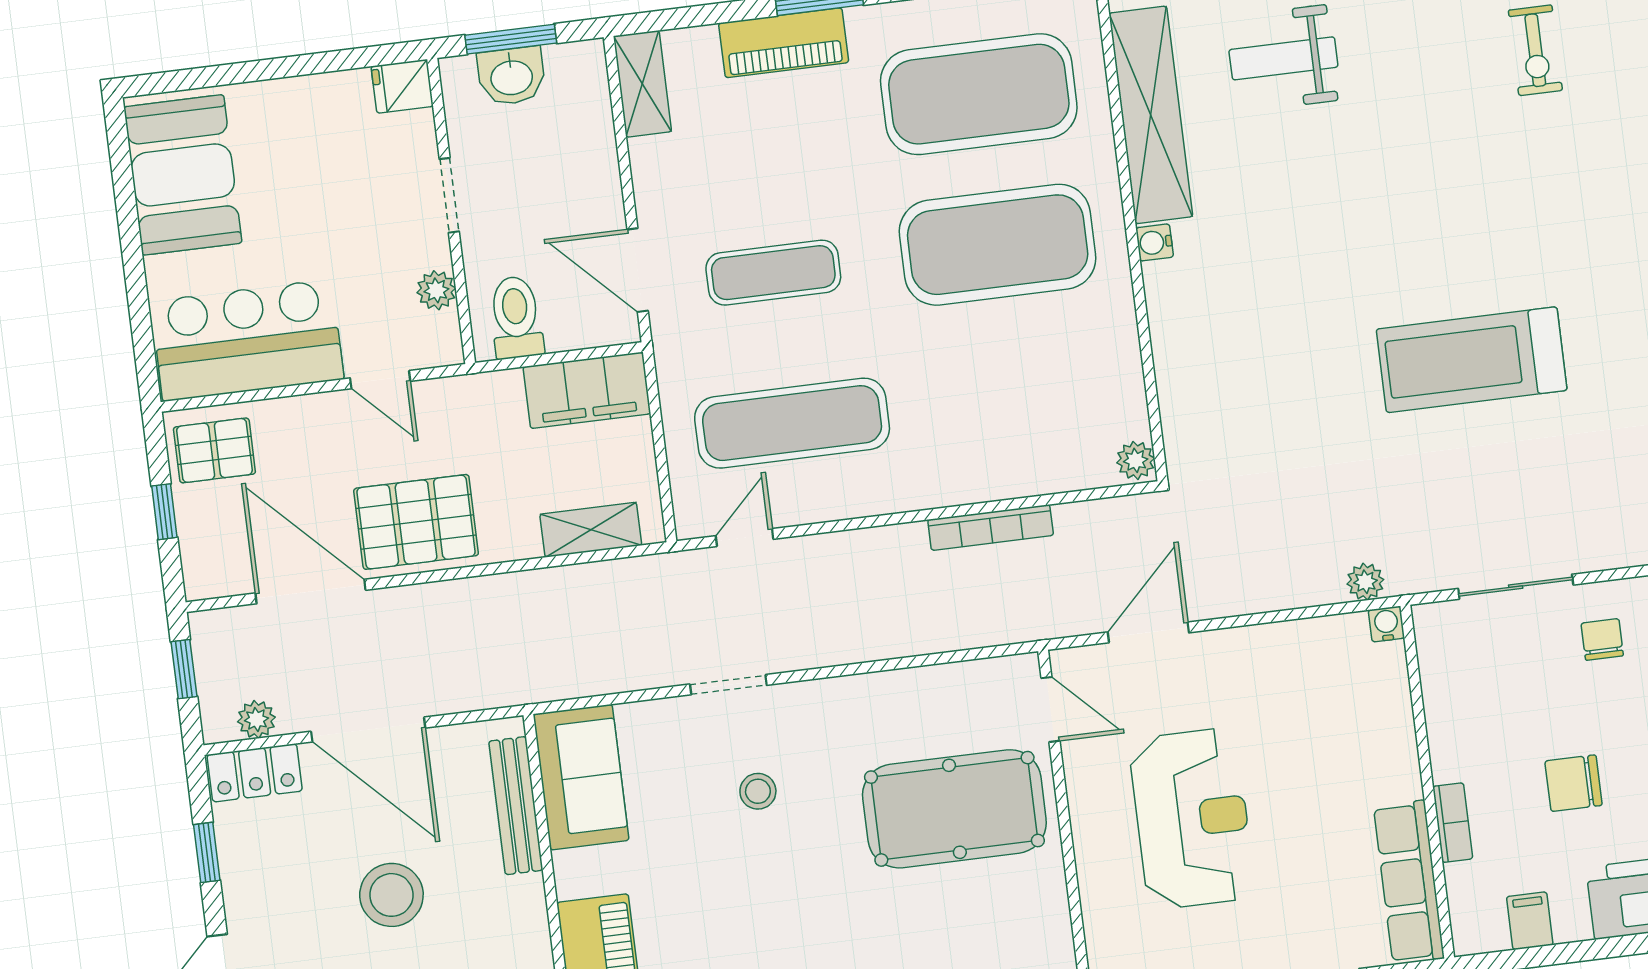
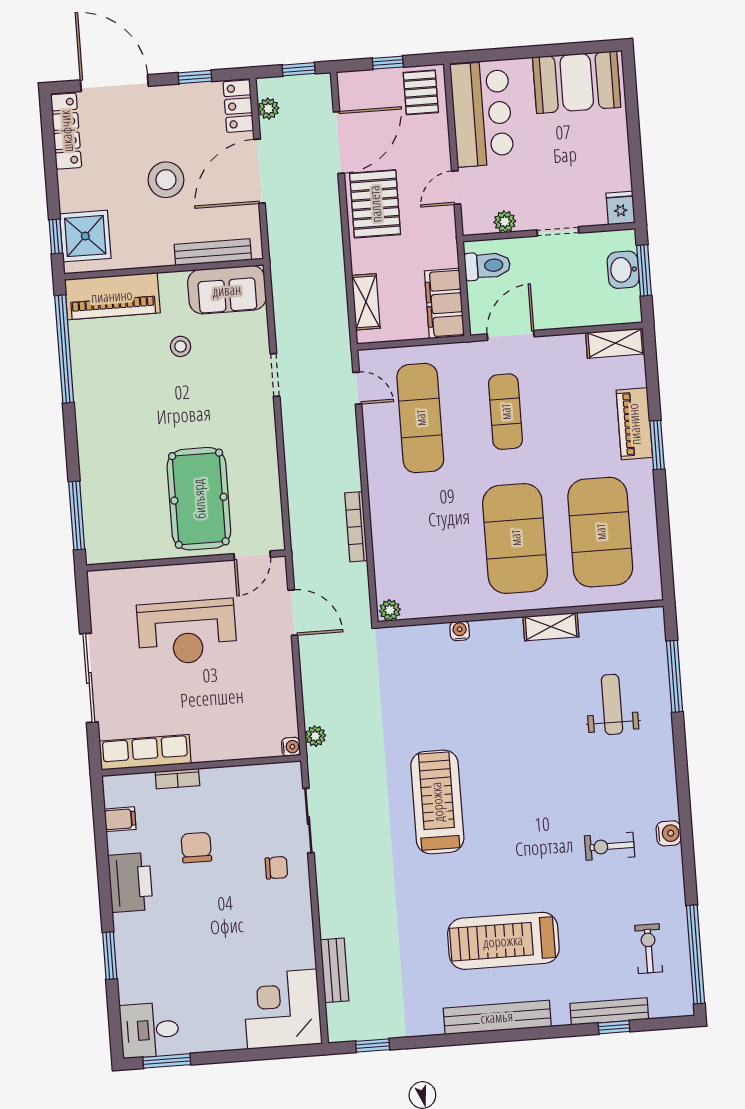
shelving: (1151, 115) -> (551, 627), width x0.45, depth x0.75
water cooler: (1155, 242) -> (460, 631), moved
stool: (758, 791) -> (181, 346), moved

